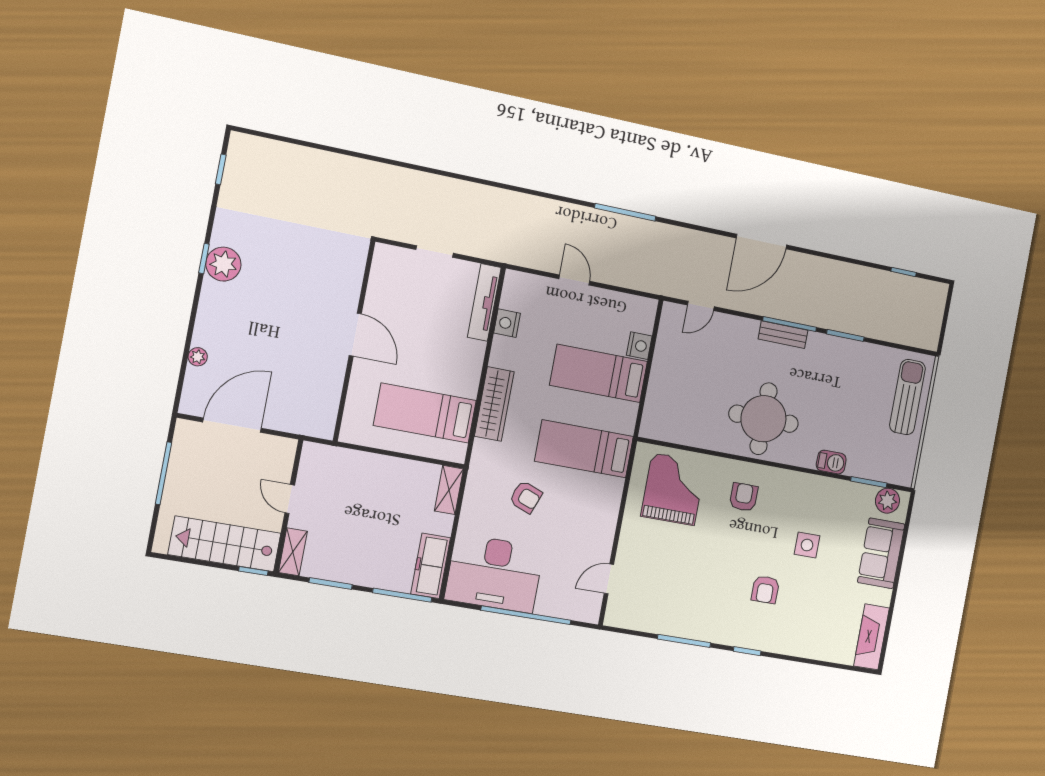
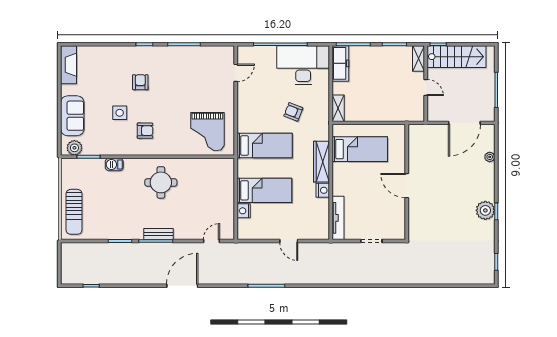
nightstand: (507, 323) -> (323, 190), moved
round table: (763, 419) -> (161, 182), width x0.73, depth x0.73
armchair: (744, 497) -> (145, 131), moved, turned -90

